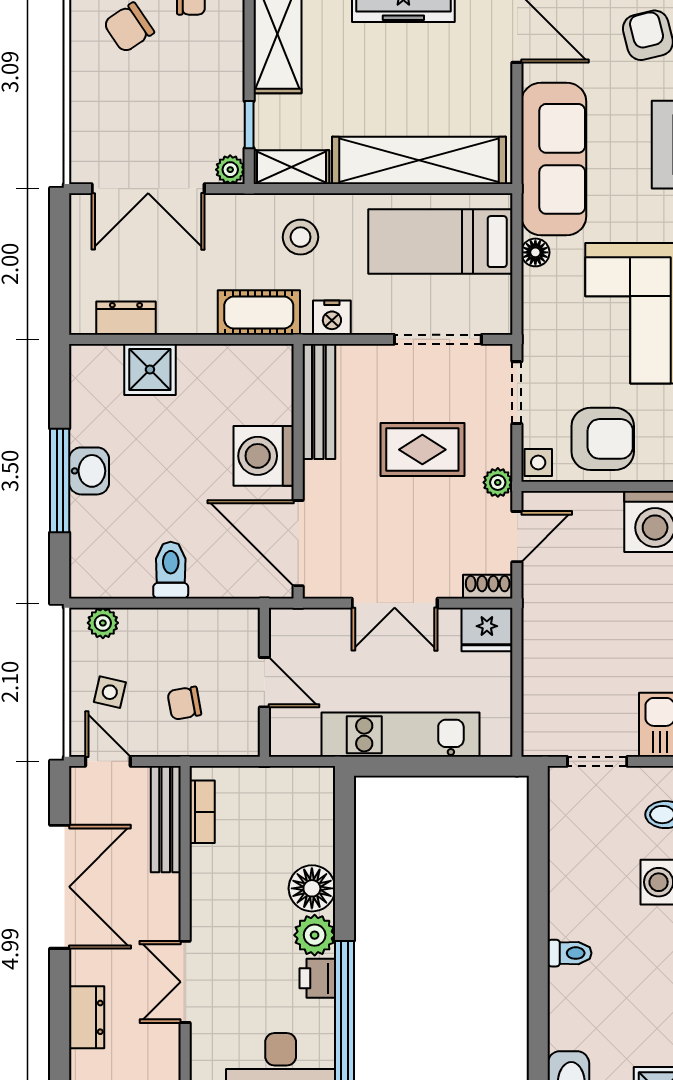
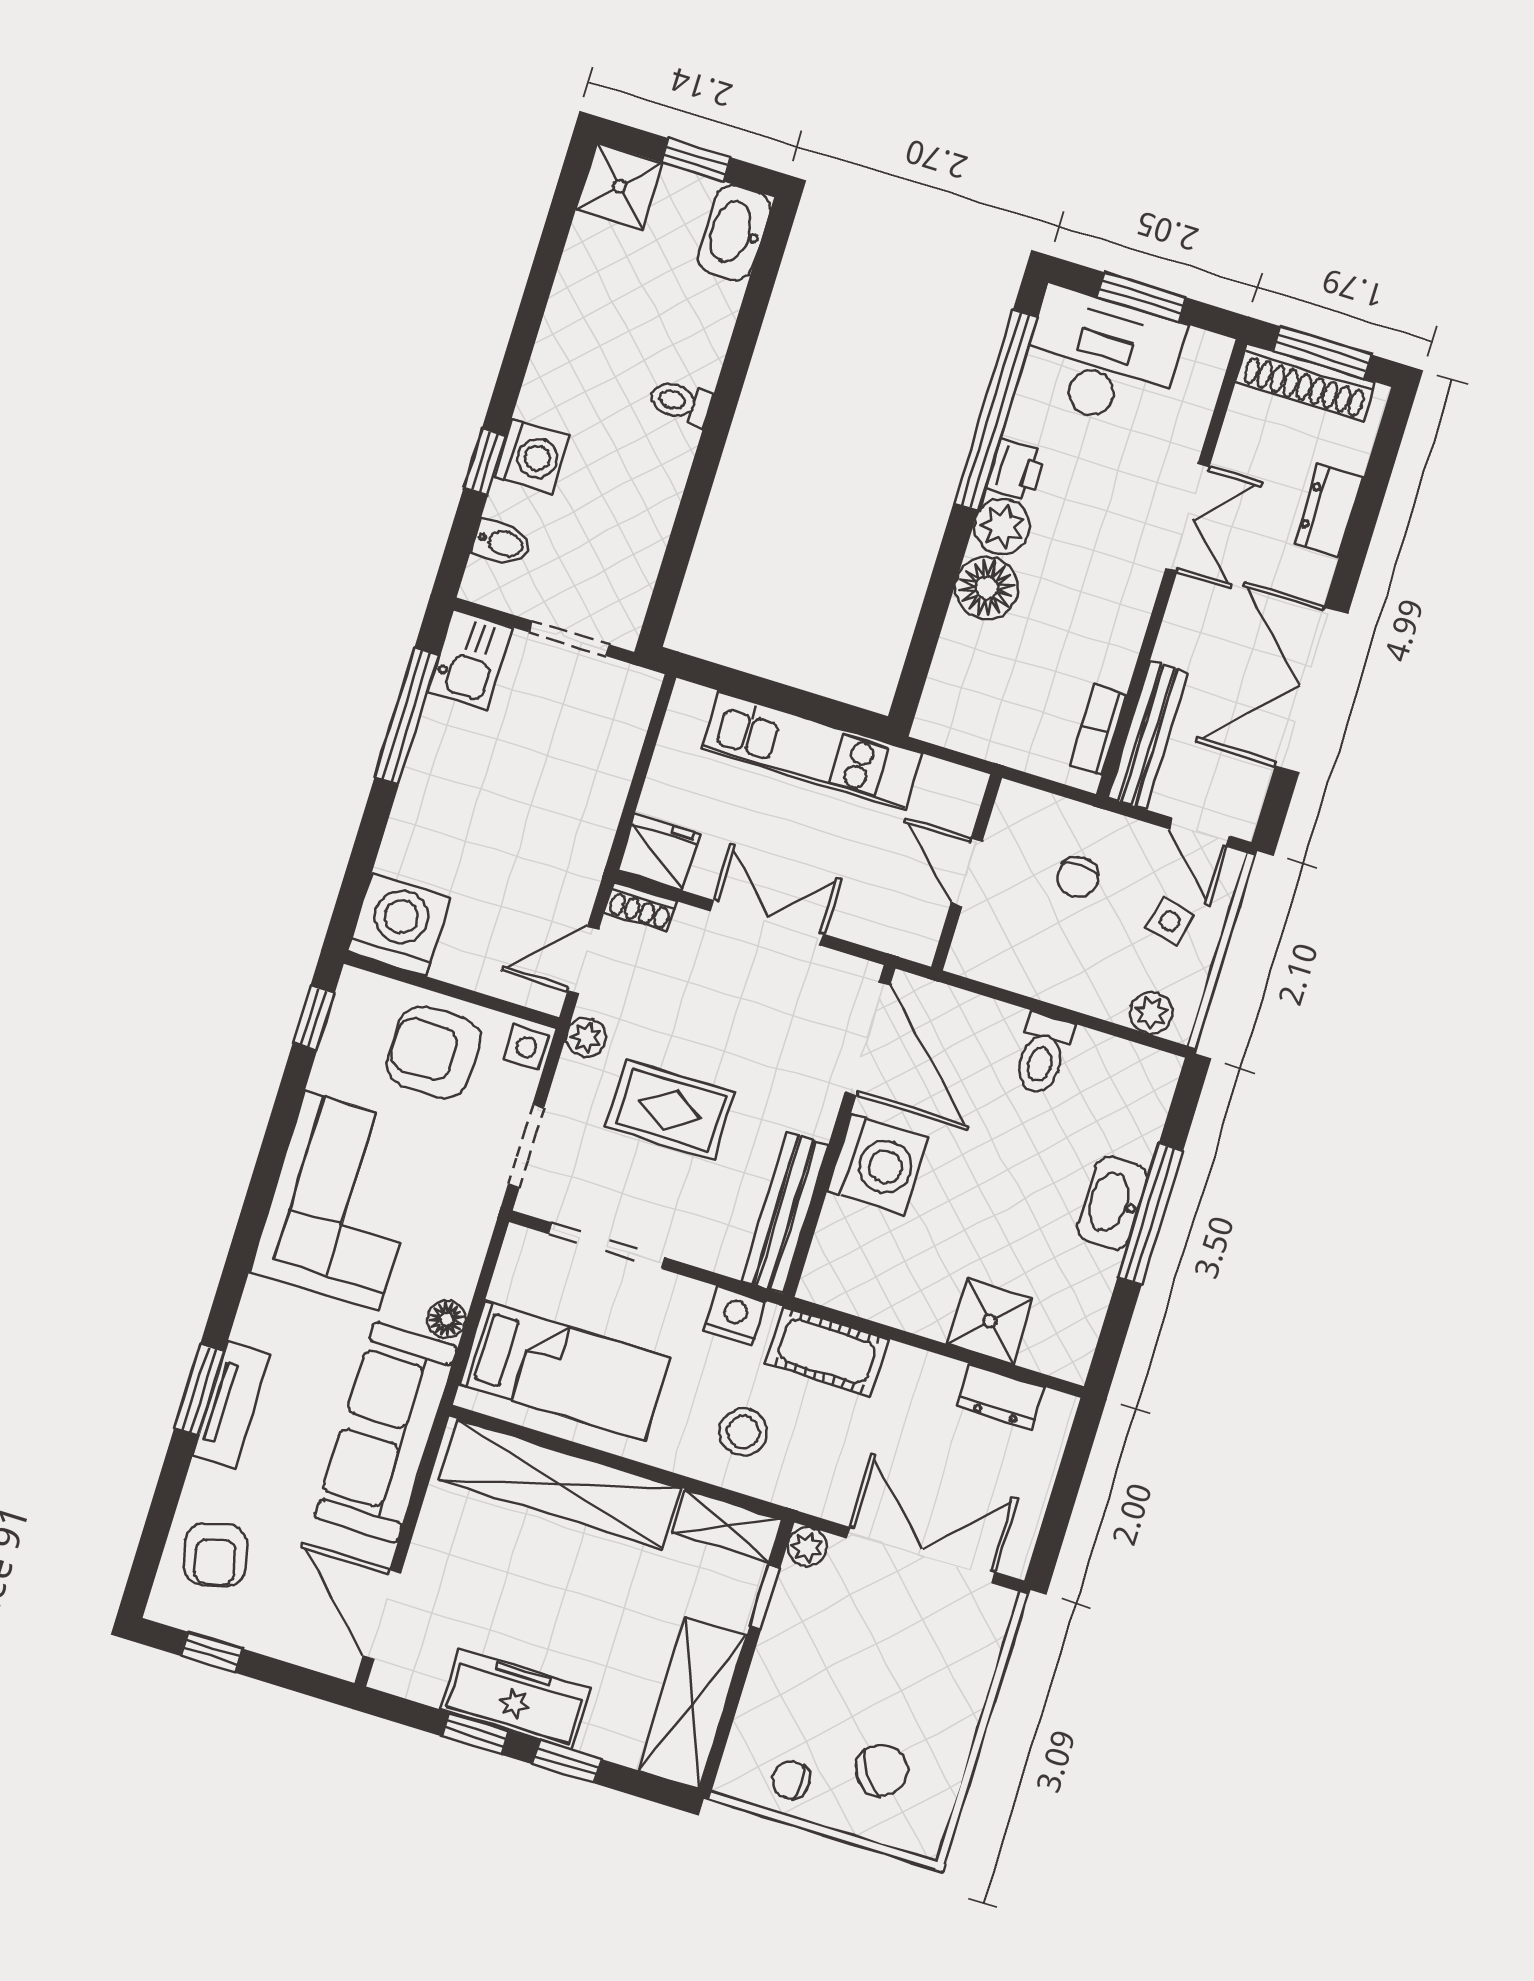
washbasin: (89, 471) -> (1112, 1203), width x1.38
chair: (184, 703) -> (1078, 877), turned 100

